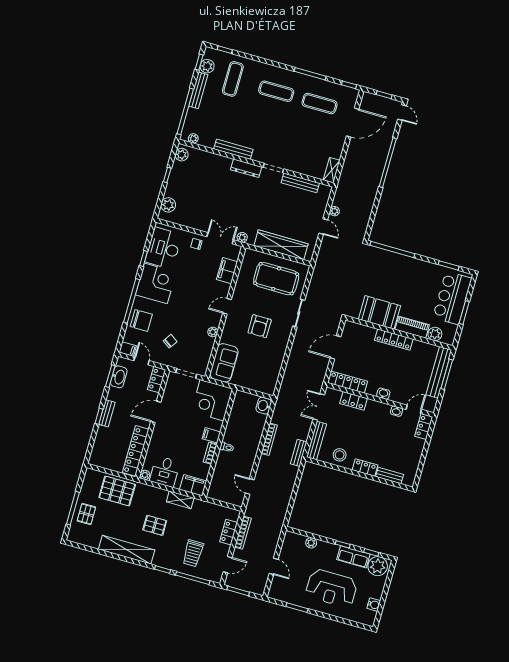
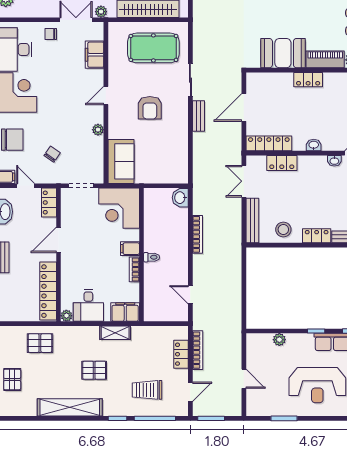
locker: (394, 340) -> (308, 80), width x0.66
bench: (299, 453) -> (199, 116), moved
pallet: (117, 491) -> (40, 343), width x0.67, depth x0.71
trolley: (193, 553) -> (147, 390), turned 90

